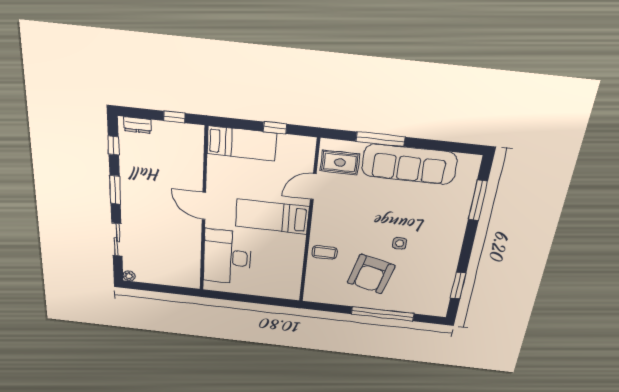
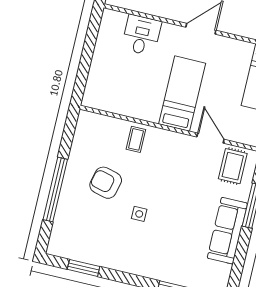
sofa: (409, 164) -> (227, 231), width x0.74, depth x0.79
desk: (227, 257) -> (141, 35), width x0.53, depth x0.77
armchair: (371, 274) -> (106, 183), width x0.73, depth x0.73

